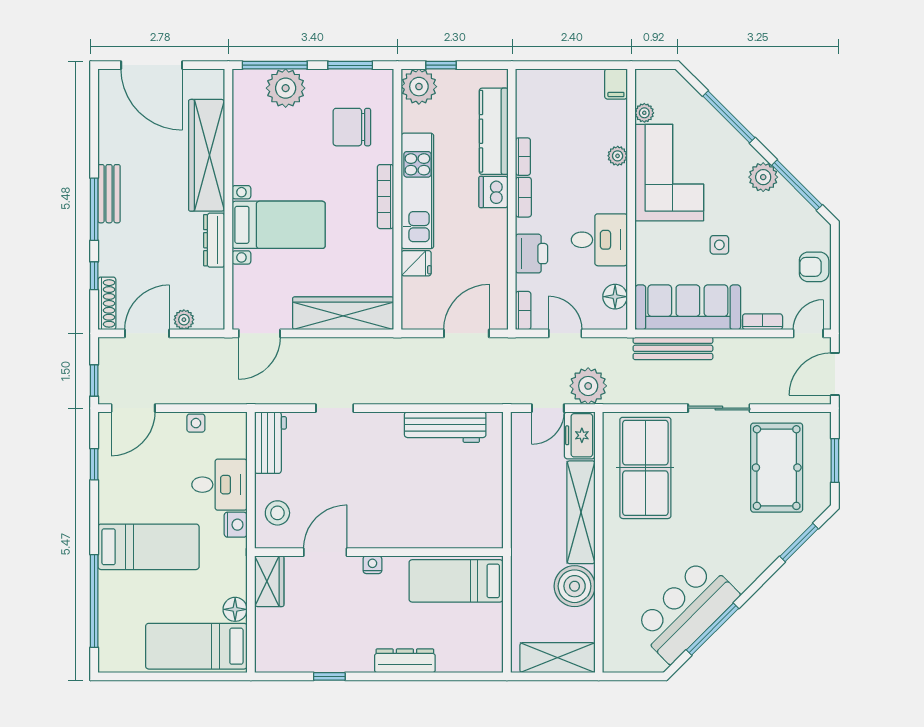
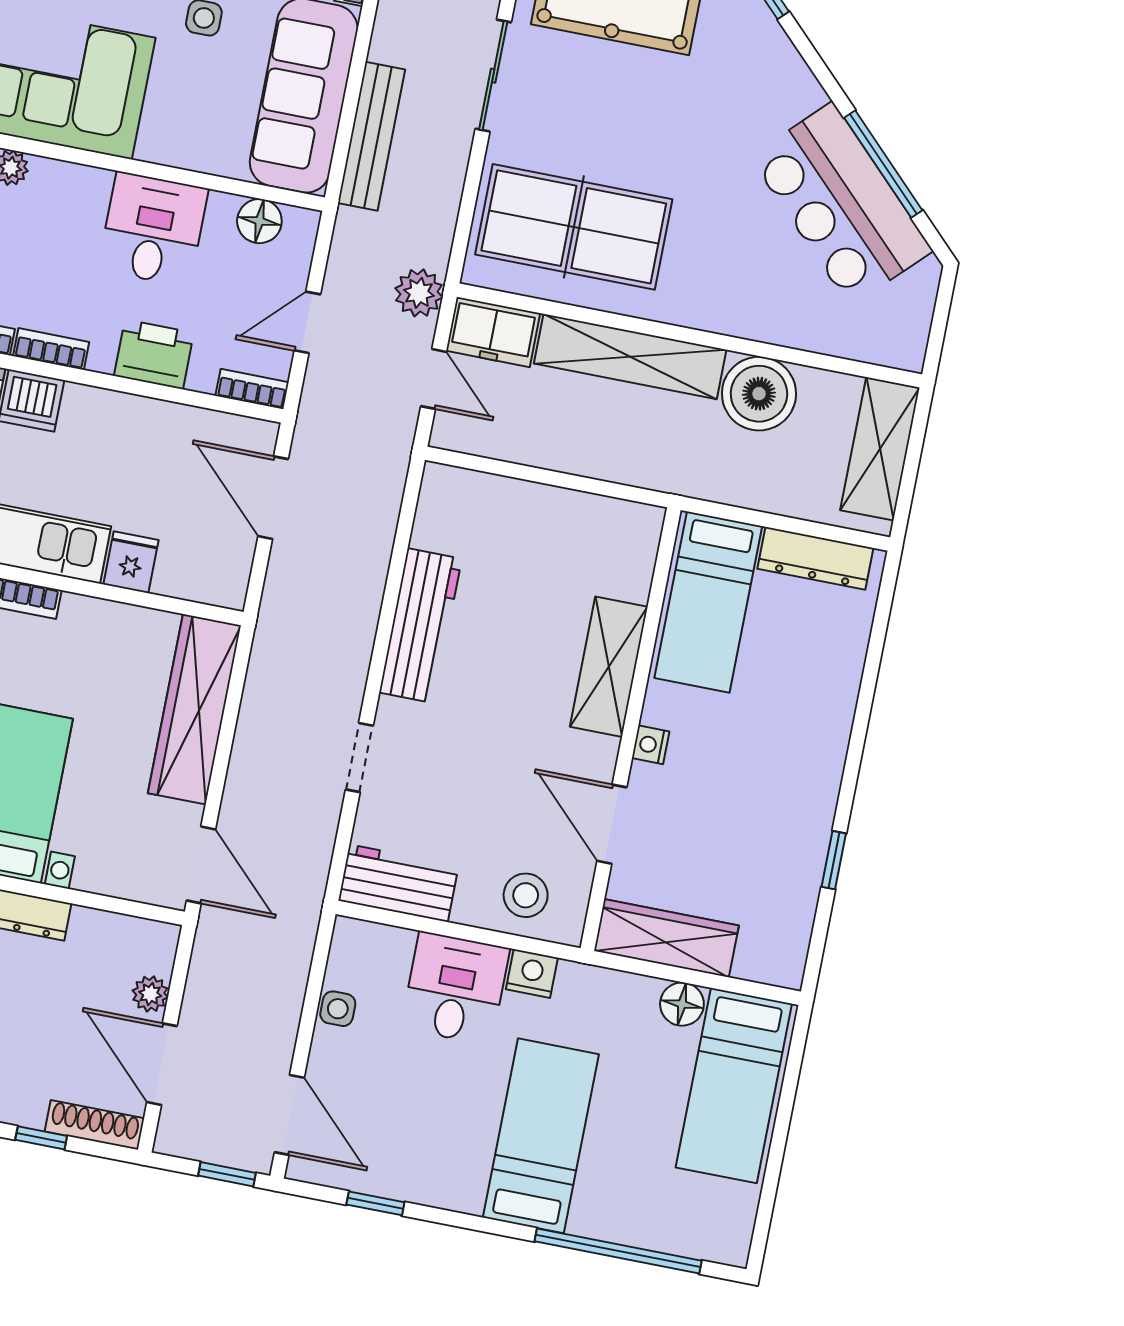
plant: (588, 386) -> (419, 293), width x0.73, depth x0.73
workbench: (445, 427) -> (420, 626), moved
shelving: (410, 534) -> (609, 667), added
wardrobe: (269, 581) -> (666, 938), width x1.50
dresser: (405, 661) -> (815, 558), moved, turned -90

